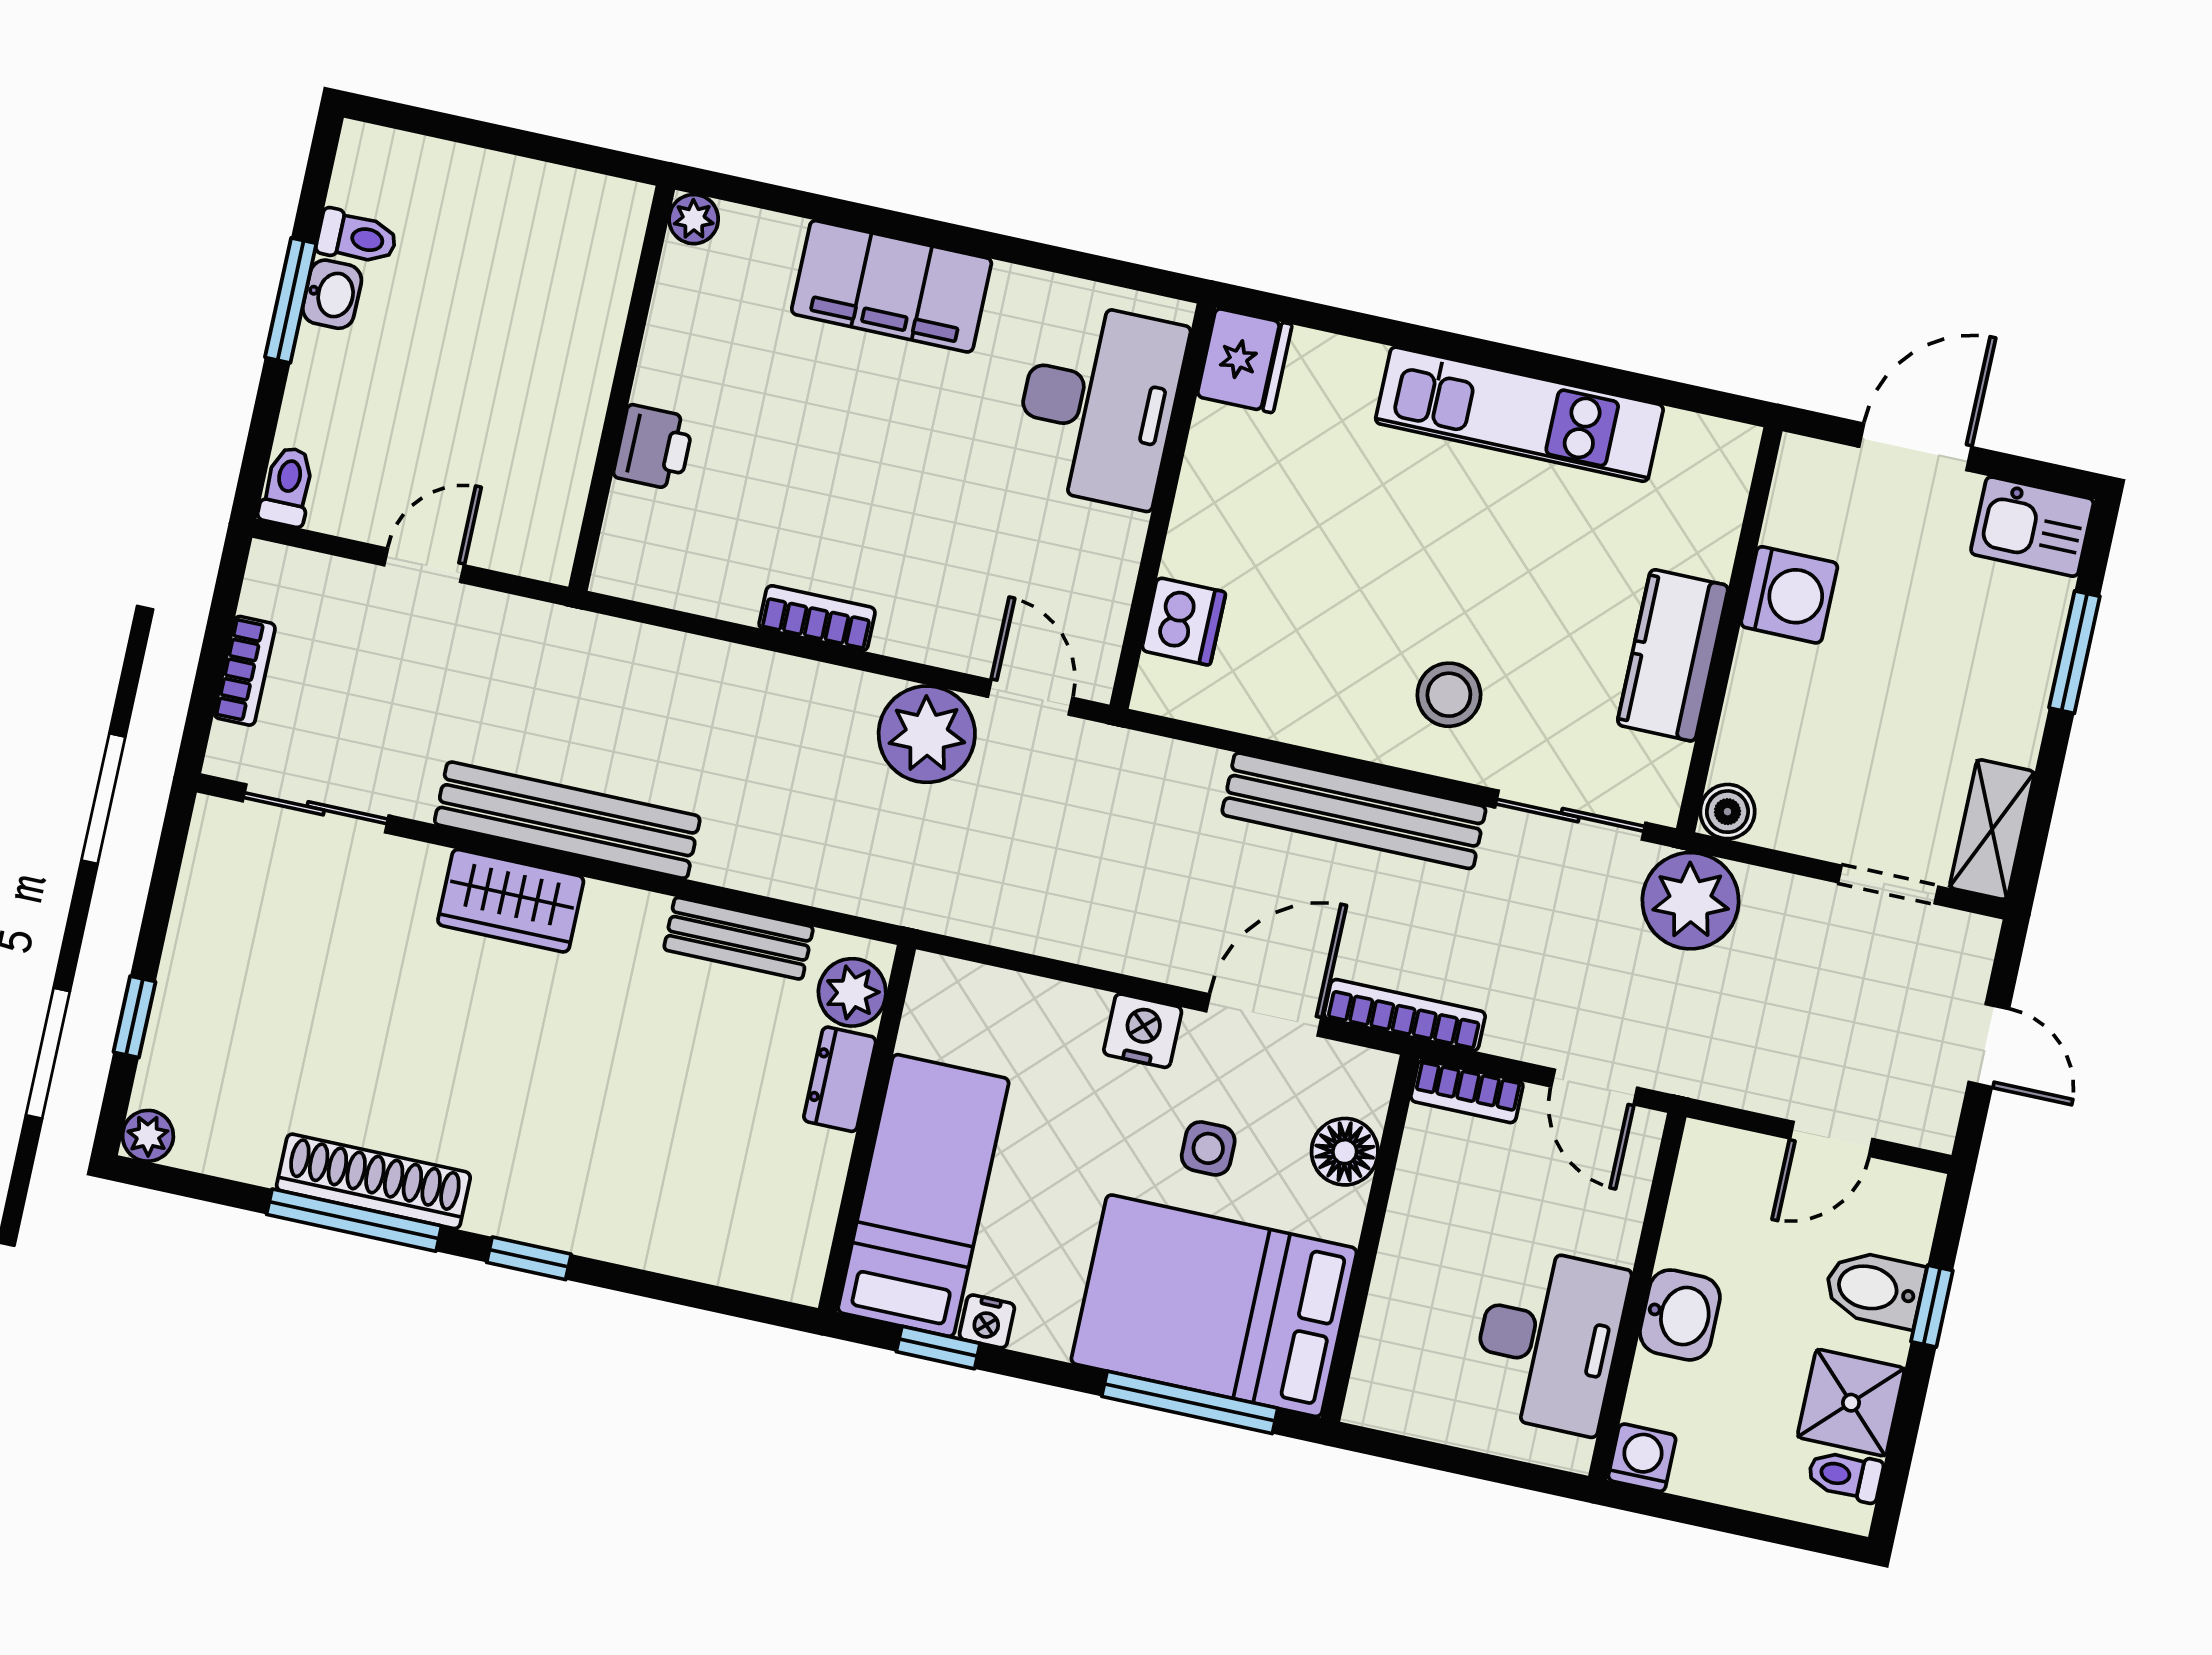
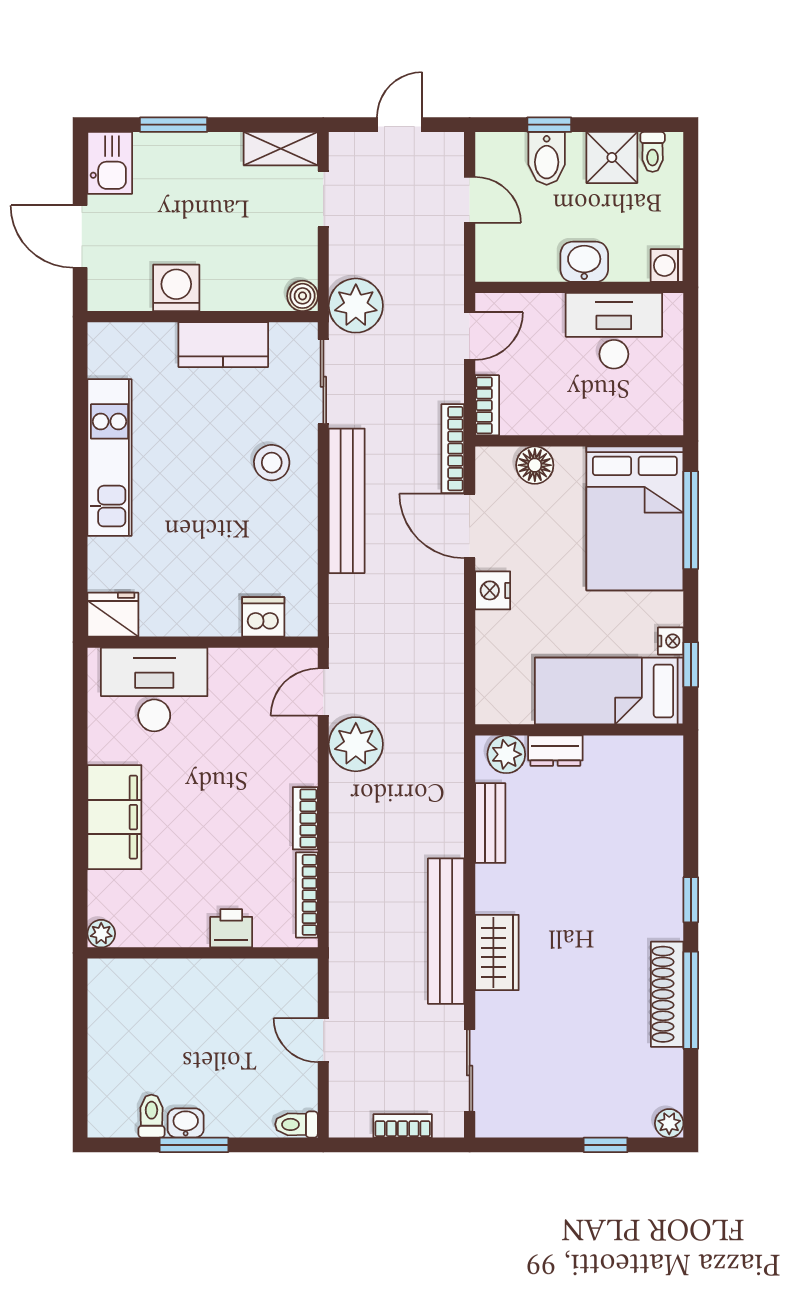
bookcase: (683, 592) -> (307, 895), added
side table: (1208, 1148) -> (549, 540), removed

